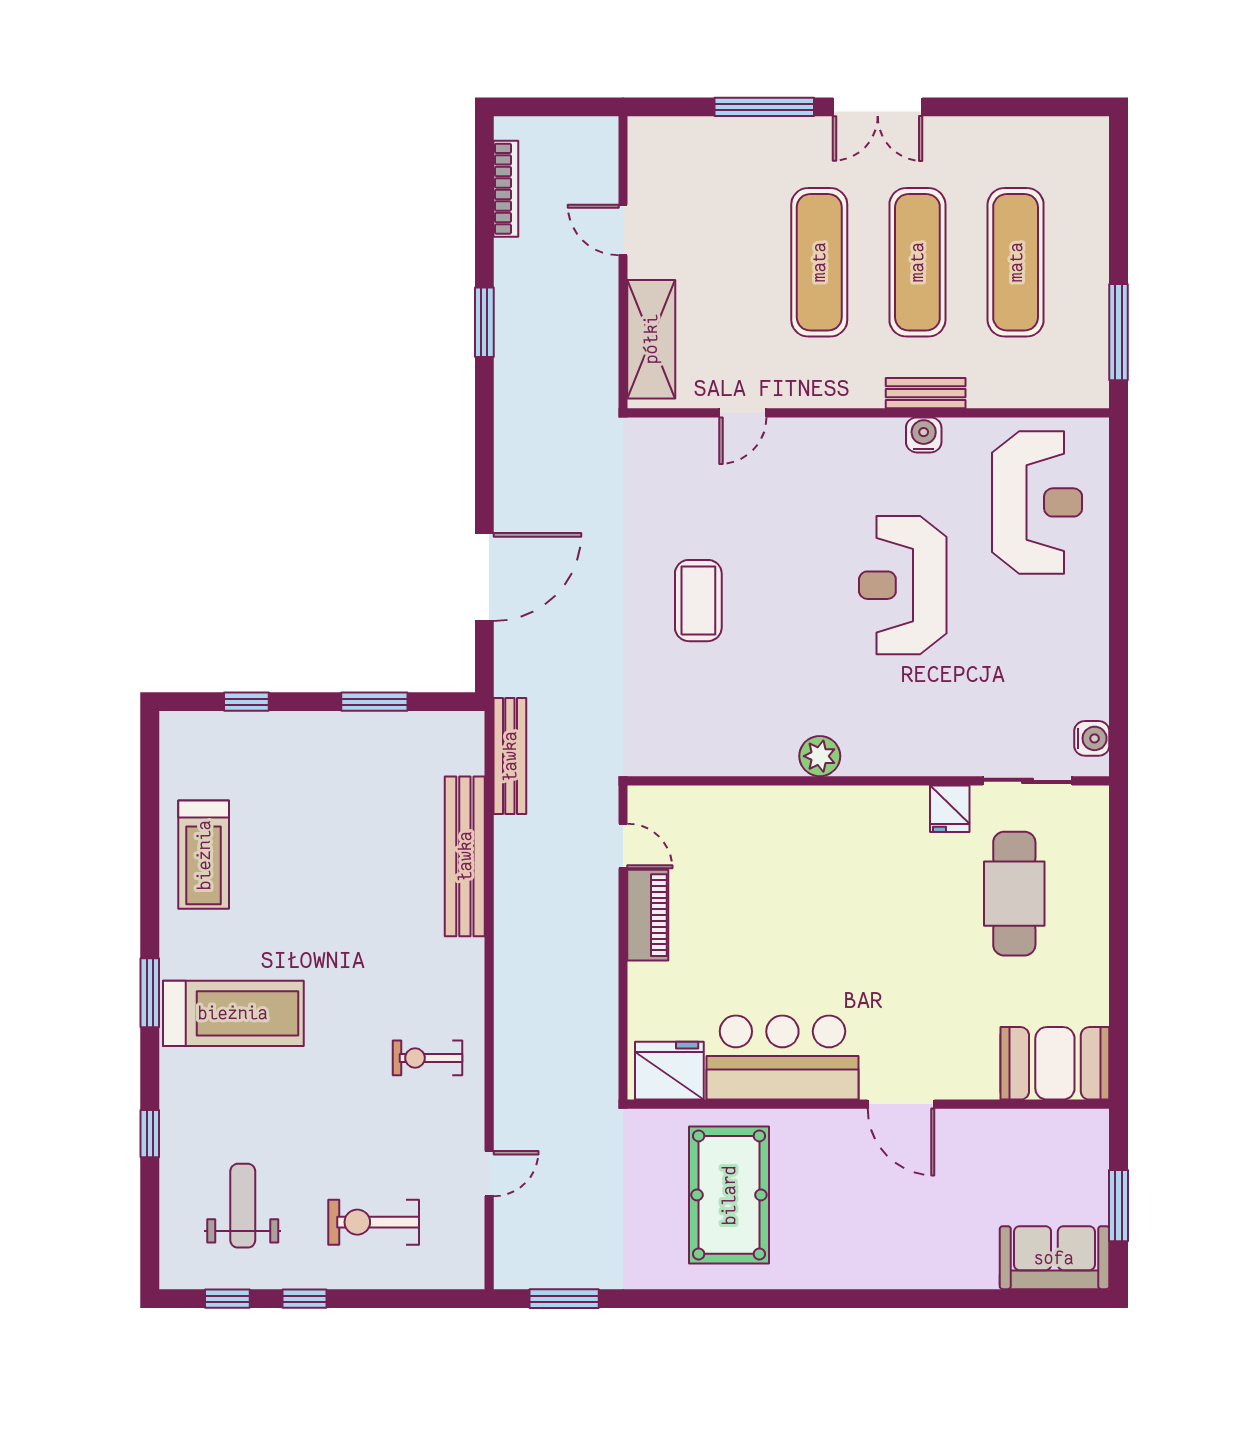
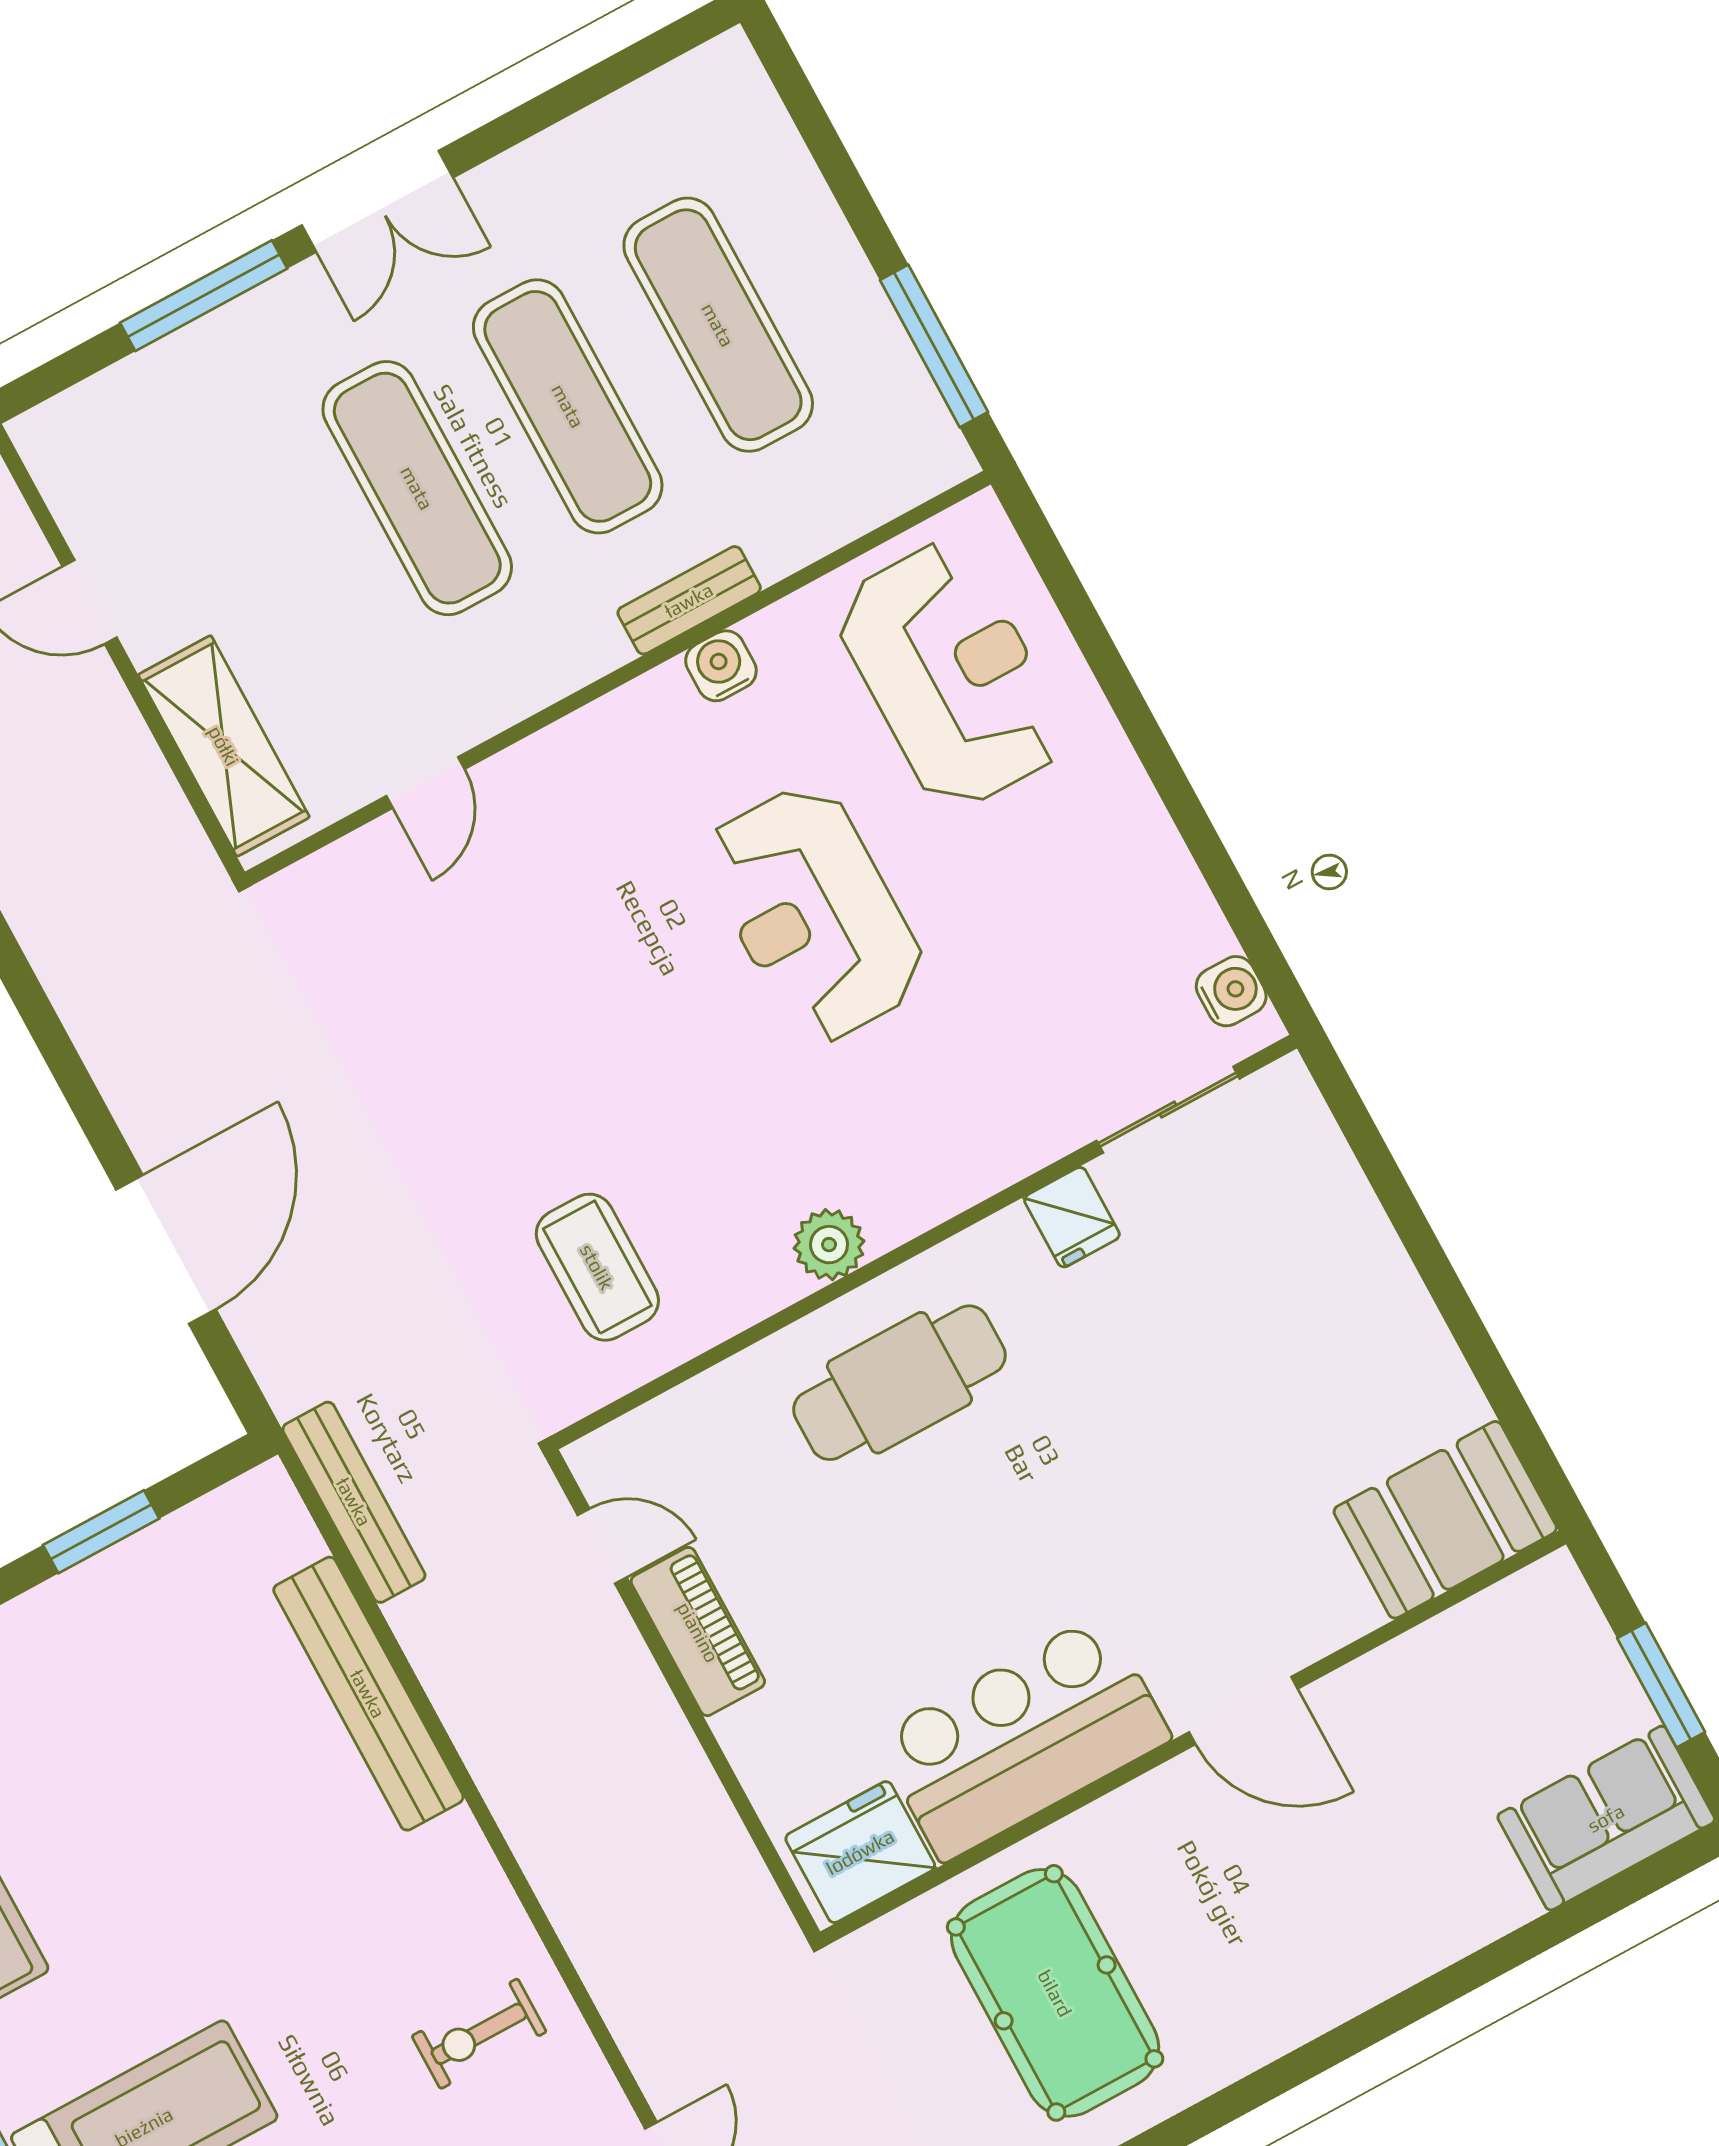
coffee table: (698, 601) -> (597, 1267), moved
cafe table: (1014, 894) -> (899, 1383), moved, turned 90

